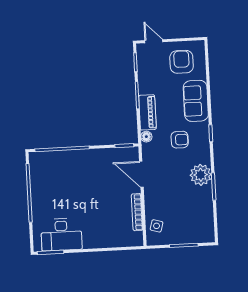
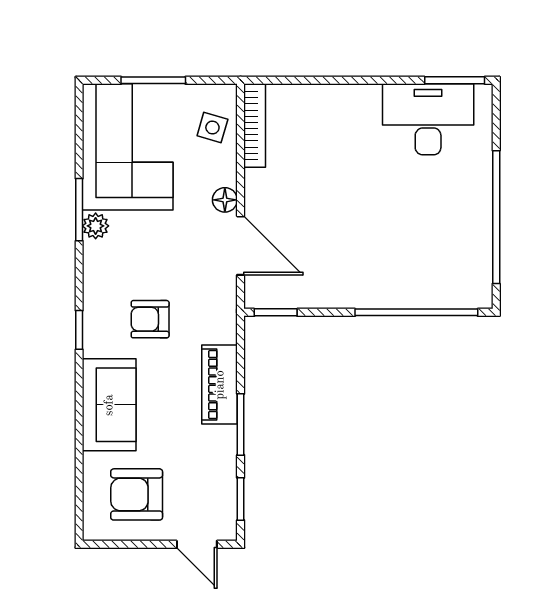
armchair: (182, 62) -> (137, 494), turned 90
floor lamp: (146, 137) -> (225, 200), moved
plant: (201, 175) -> (96, 226), width x0.53, depth x0.53
bookcase: (137, 212) -> (255, 125), moved
corner sofa: (194, 215) -> (128, 147), added

